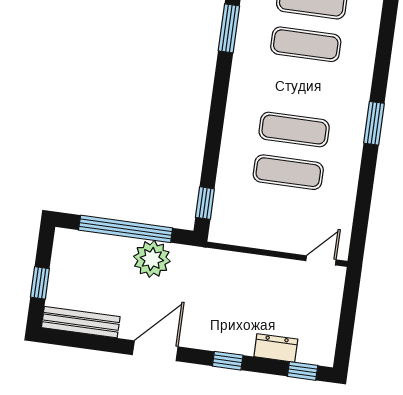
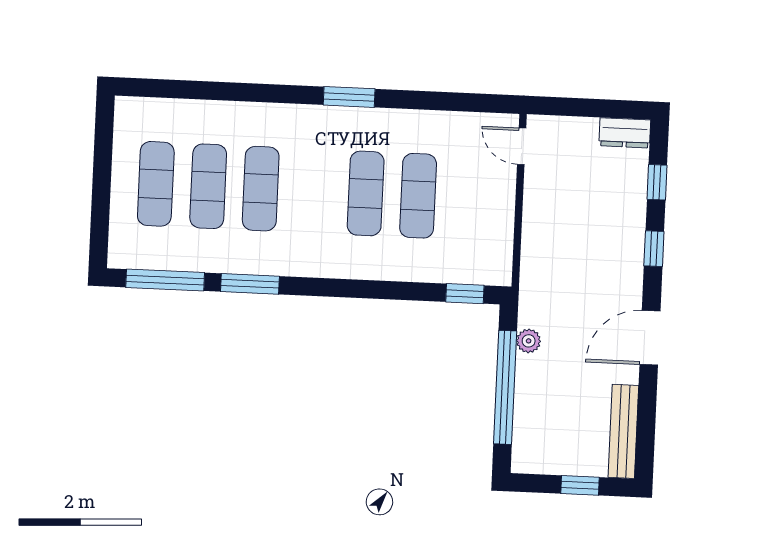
plant: (152, 259) -> (529, 341), width x0.53, depth x0.53
dresser: (276, 348) -> (625, 133), moved, turned -90
door: (155, 351) -> (650, 338), hinge flipped
window: (303, 371) -> (657, 182), moved

